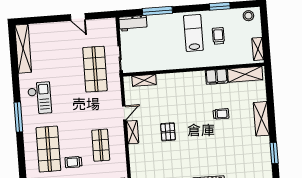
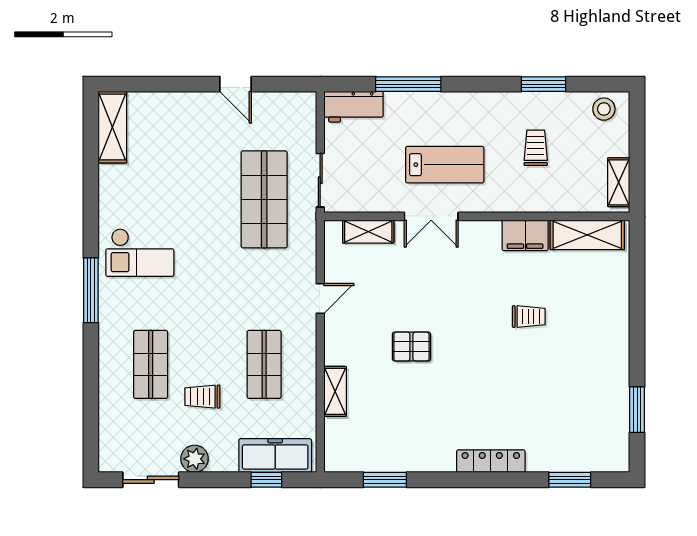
lab bench: (193, 33) -> (445, 165), moved, turned 90
shelving: (23, 49) -> (112, 127), width x0.68
double door: (173, 71) -> (431, 216), added
checkout: (40, 98) -> (140, 253), turned 90
shelving: (261, 119) -> (615, 334), removed
shelving: (133, 132) -> (335, 391), moved
pallet: (168, 132) -> (411, 347), turned 90
shop shelf: (48, 149) -> (151, 364), width x0.70, depth x0.74

